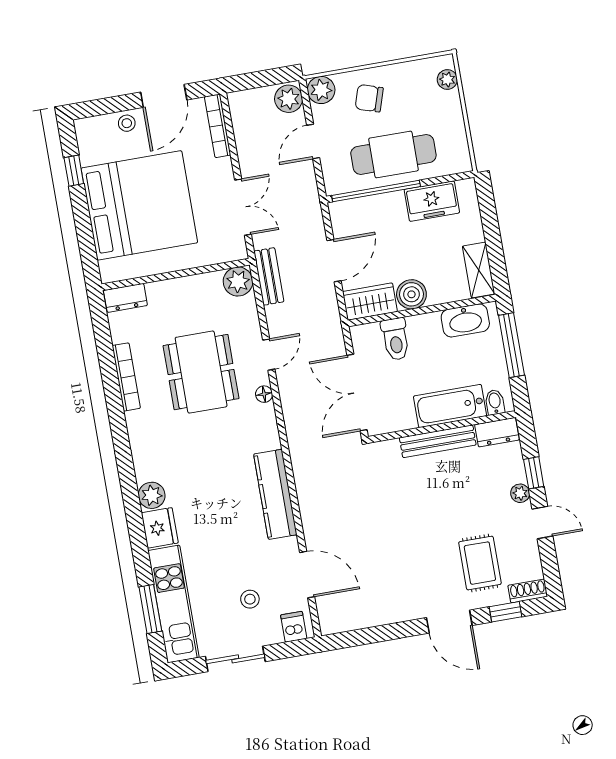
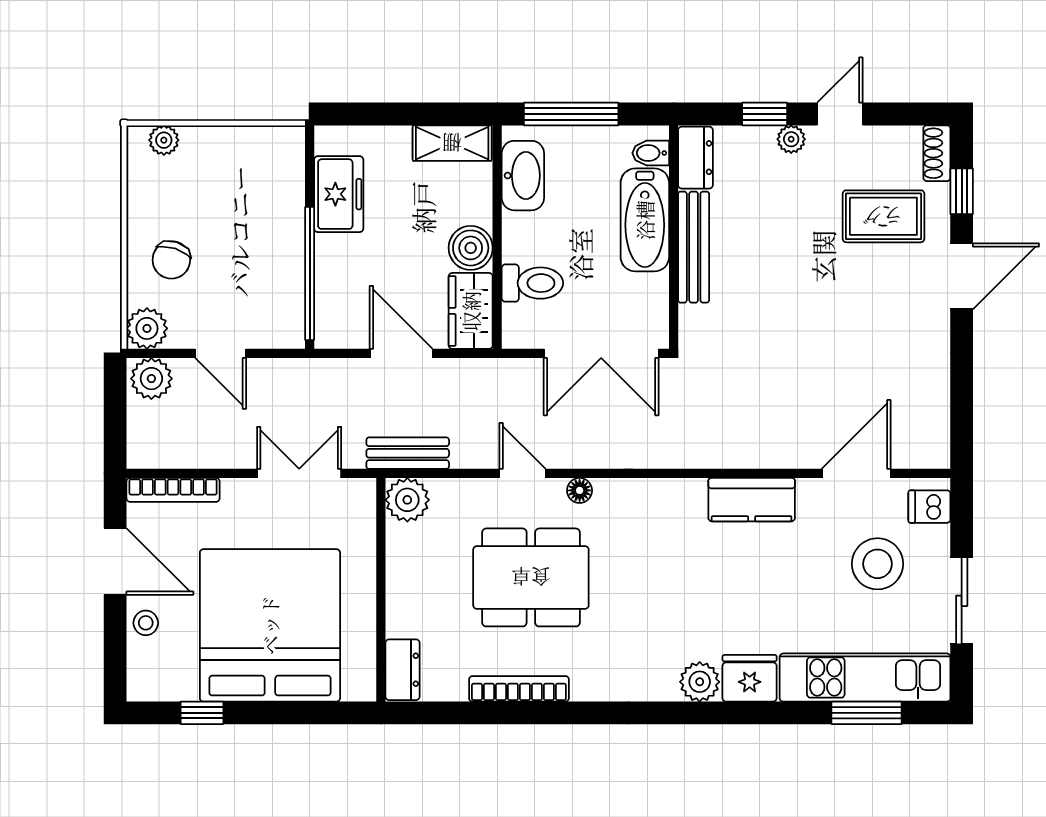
cafe table: (393, 154) -> (260, 239), removed
kitchen counter: (275, 494) -> (752, 500), width x0.67
stool: (250, 599) -> (878, 564), width x1.89, depth x1.89

